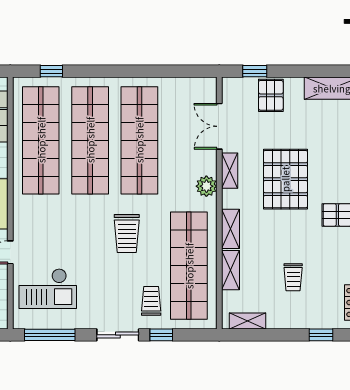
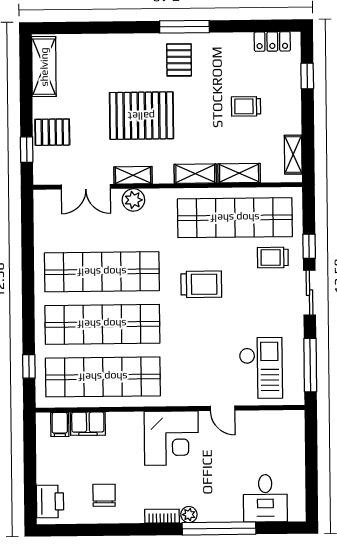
plant: (206, 186) -> (133, 200), moved
trolley: (293, 277) -> (246, 106), turned 180

